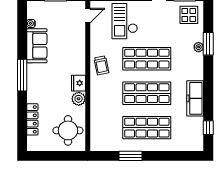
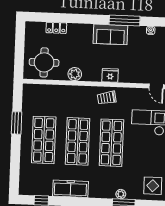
sofa: (37, 46) -> (110, 34), moved
window: (22, 75) -> (125, 21), moved
fridge: (78, 83) -> (110, 75), moved
locker: (32, 119) -> (56, 28), width x0.66

